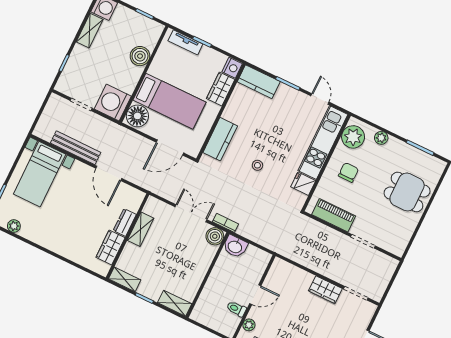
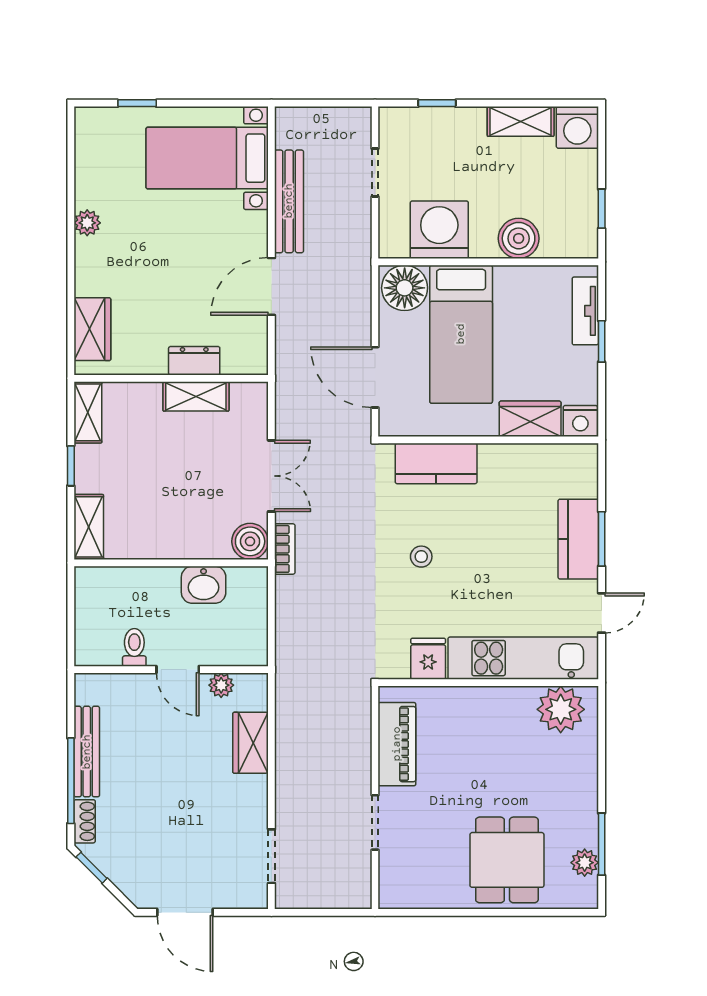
kitchen counter: (259, 82) -> (578, 539), moved
washing machine: (113, 103) -> (439, 230), moved
plant: (381, 138) -> (585, 863), moved
chair: (348, 172) -> (490, 733), removed
plant: (14, 226) -> (87, 223), moved
washbasin: (235, 246) -> (204, 585), moved, turned -90
wardrobe: (110, 248) -> (92, 329), moved, turned 90
wardrobe: (325, 290) -> (250, 743), moved
plant: (249, 325) -> (221, 685), moved

